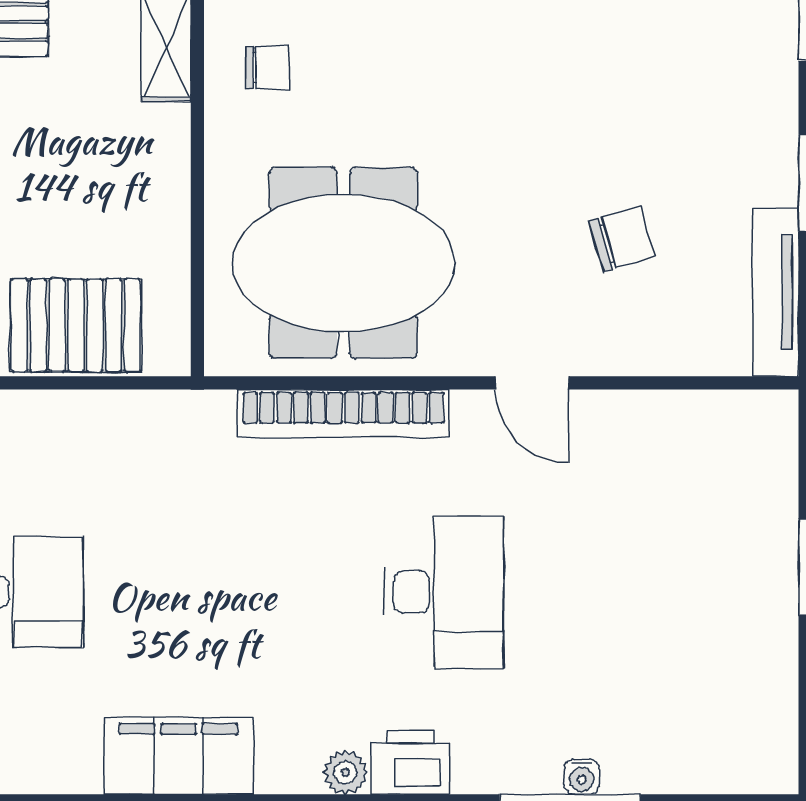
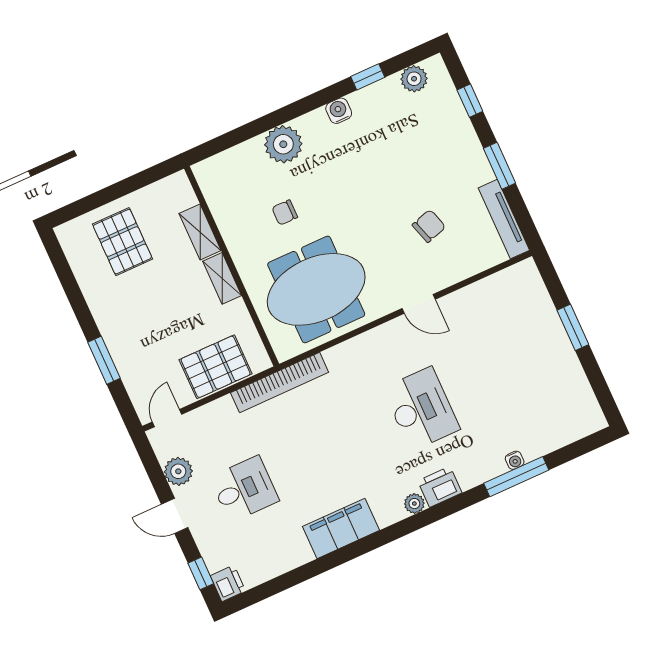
chair: (267, 68) -> (285, 213), moved, turned 180
shelving: (168, 157) -> (222, 278), added
bookcase: (343, 414) -> (280, 382), moved

